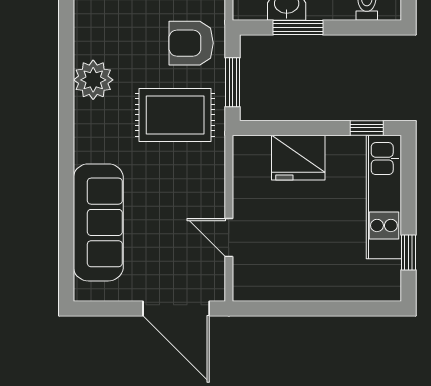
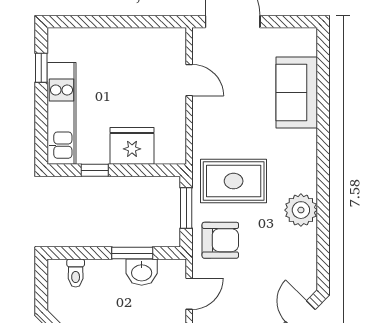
window: (367, 128) -> (95, 170), moved
sofa: (98, 222) -> (297, 92), width x0.73

